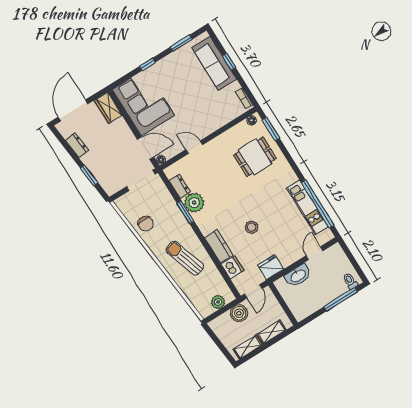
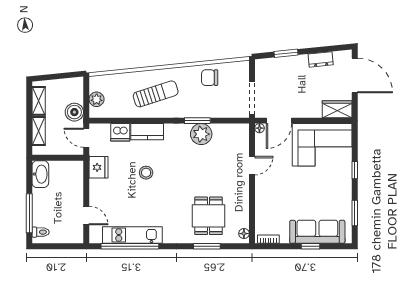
window: (271, 129) -> (207, 246), moved
dresser: (180, 186) -> (225, 130), removed
washbasin: (298, 276) -> (40, 174), moved, turned 180

